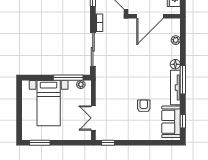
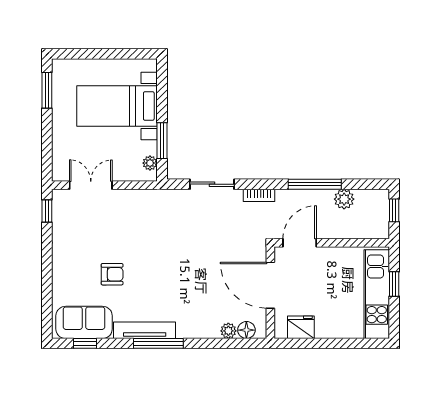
sliding door: (93, 49) -> (212, 184), width x0.73
floor lamp: (175, 64) -> (246, 330), moved
window: (68, 78) -> (162, 141), width x0.69

